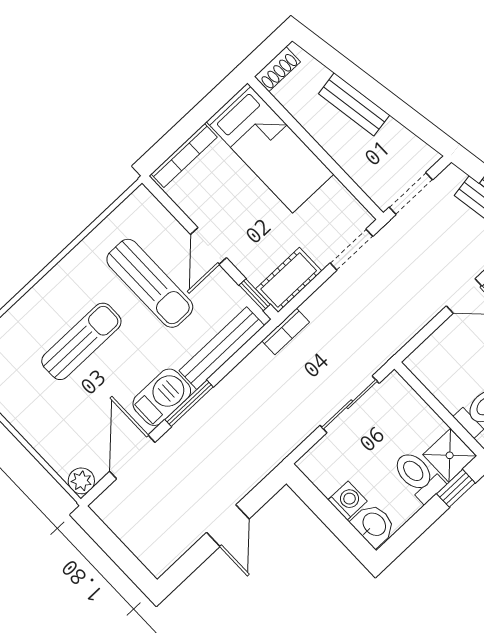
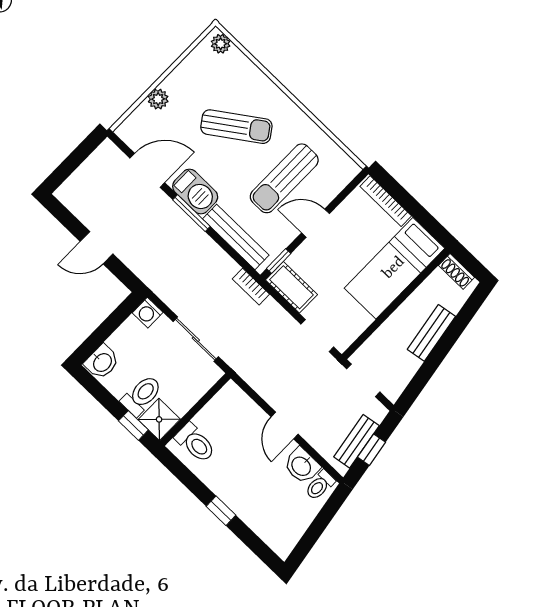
sun lounger: (81, 341) -> (236, 127), turned -35
plant: (81, 481) -> (158, 99), moved
washing machine: (348, 501) -> (148, 313), moved, turned 90

